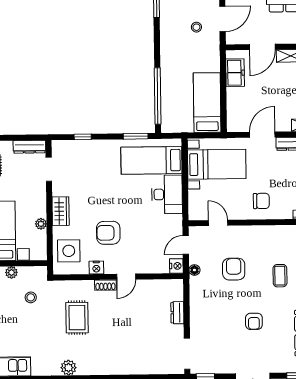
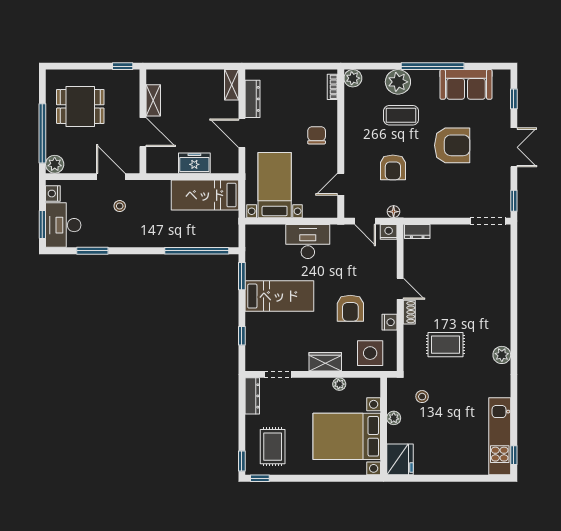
freezer: (235, 73) -> (194, 163), moved
bed: (151, 160) -> (279, 296), moved, turned -90
armchair: (234, 269) -> (393, 167), turned -90
coffee table: (280, 276) -> (401, 115), width x1.36, depth x1.30
dresser: (177, 313) -> (417, 231), moved
armchair: (254, 321) -> (452, 145), width x1.88, depth x1.88

